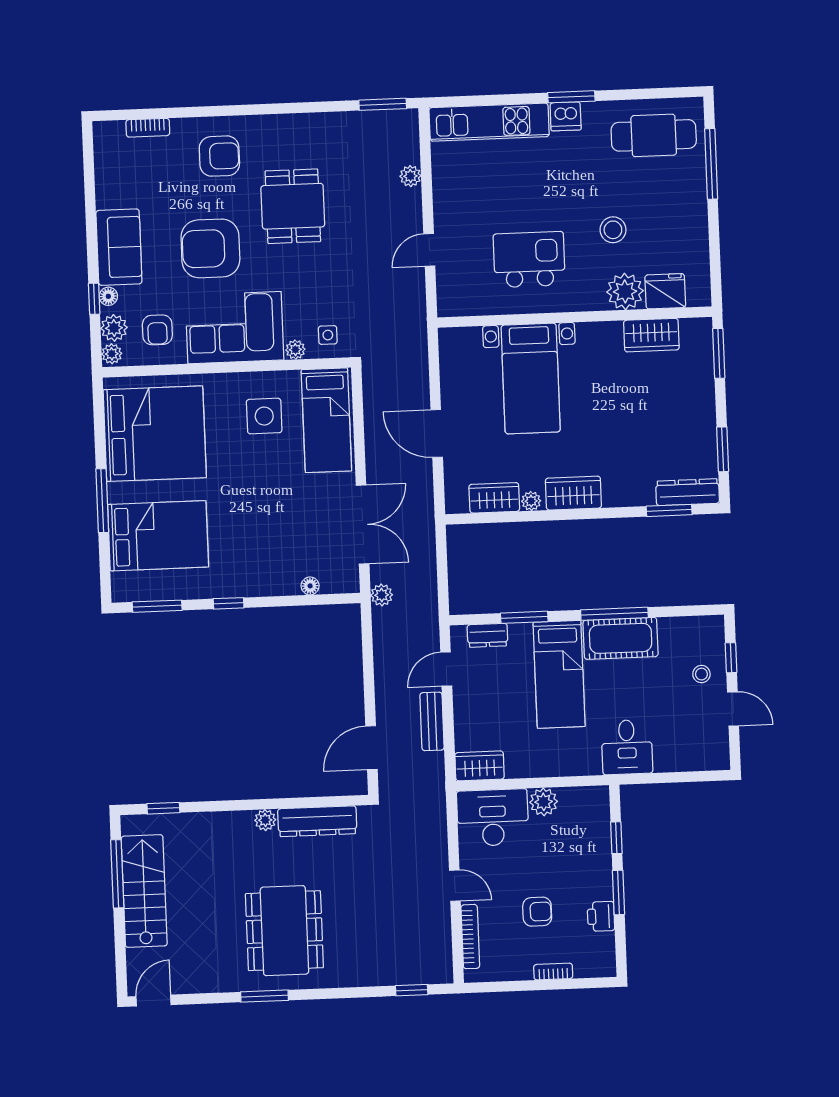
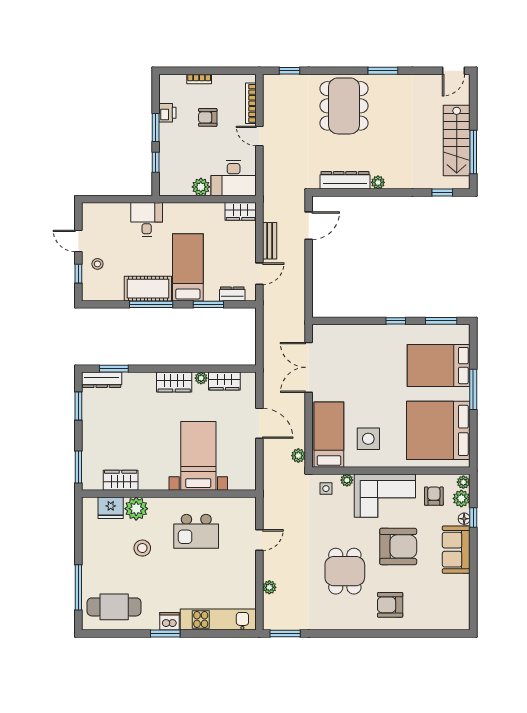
bookcase: (148, 128) -> (435, 625), removed
floor lamp: (310, 586) -> (344, 330), removed
plant: (382, 595) -> (298, 456), moved
dining table: (284, 931) -> (344, 106), moved

